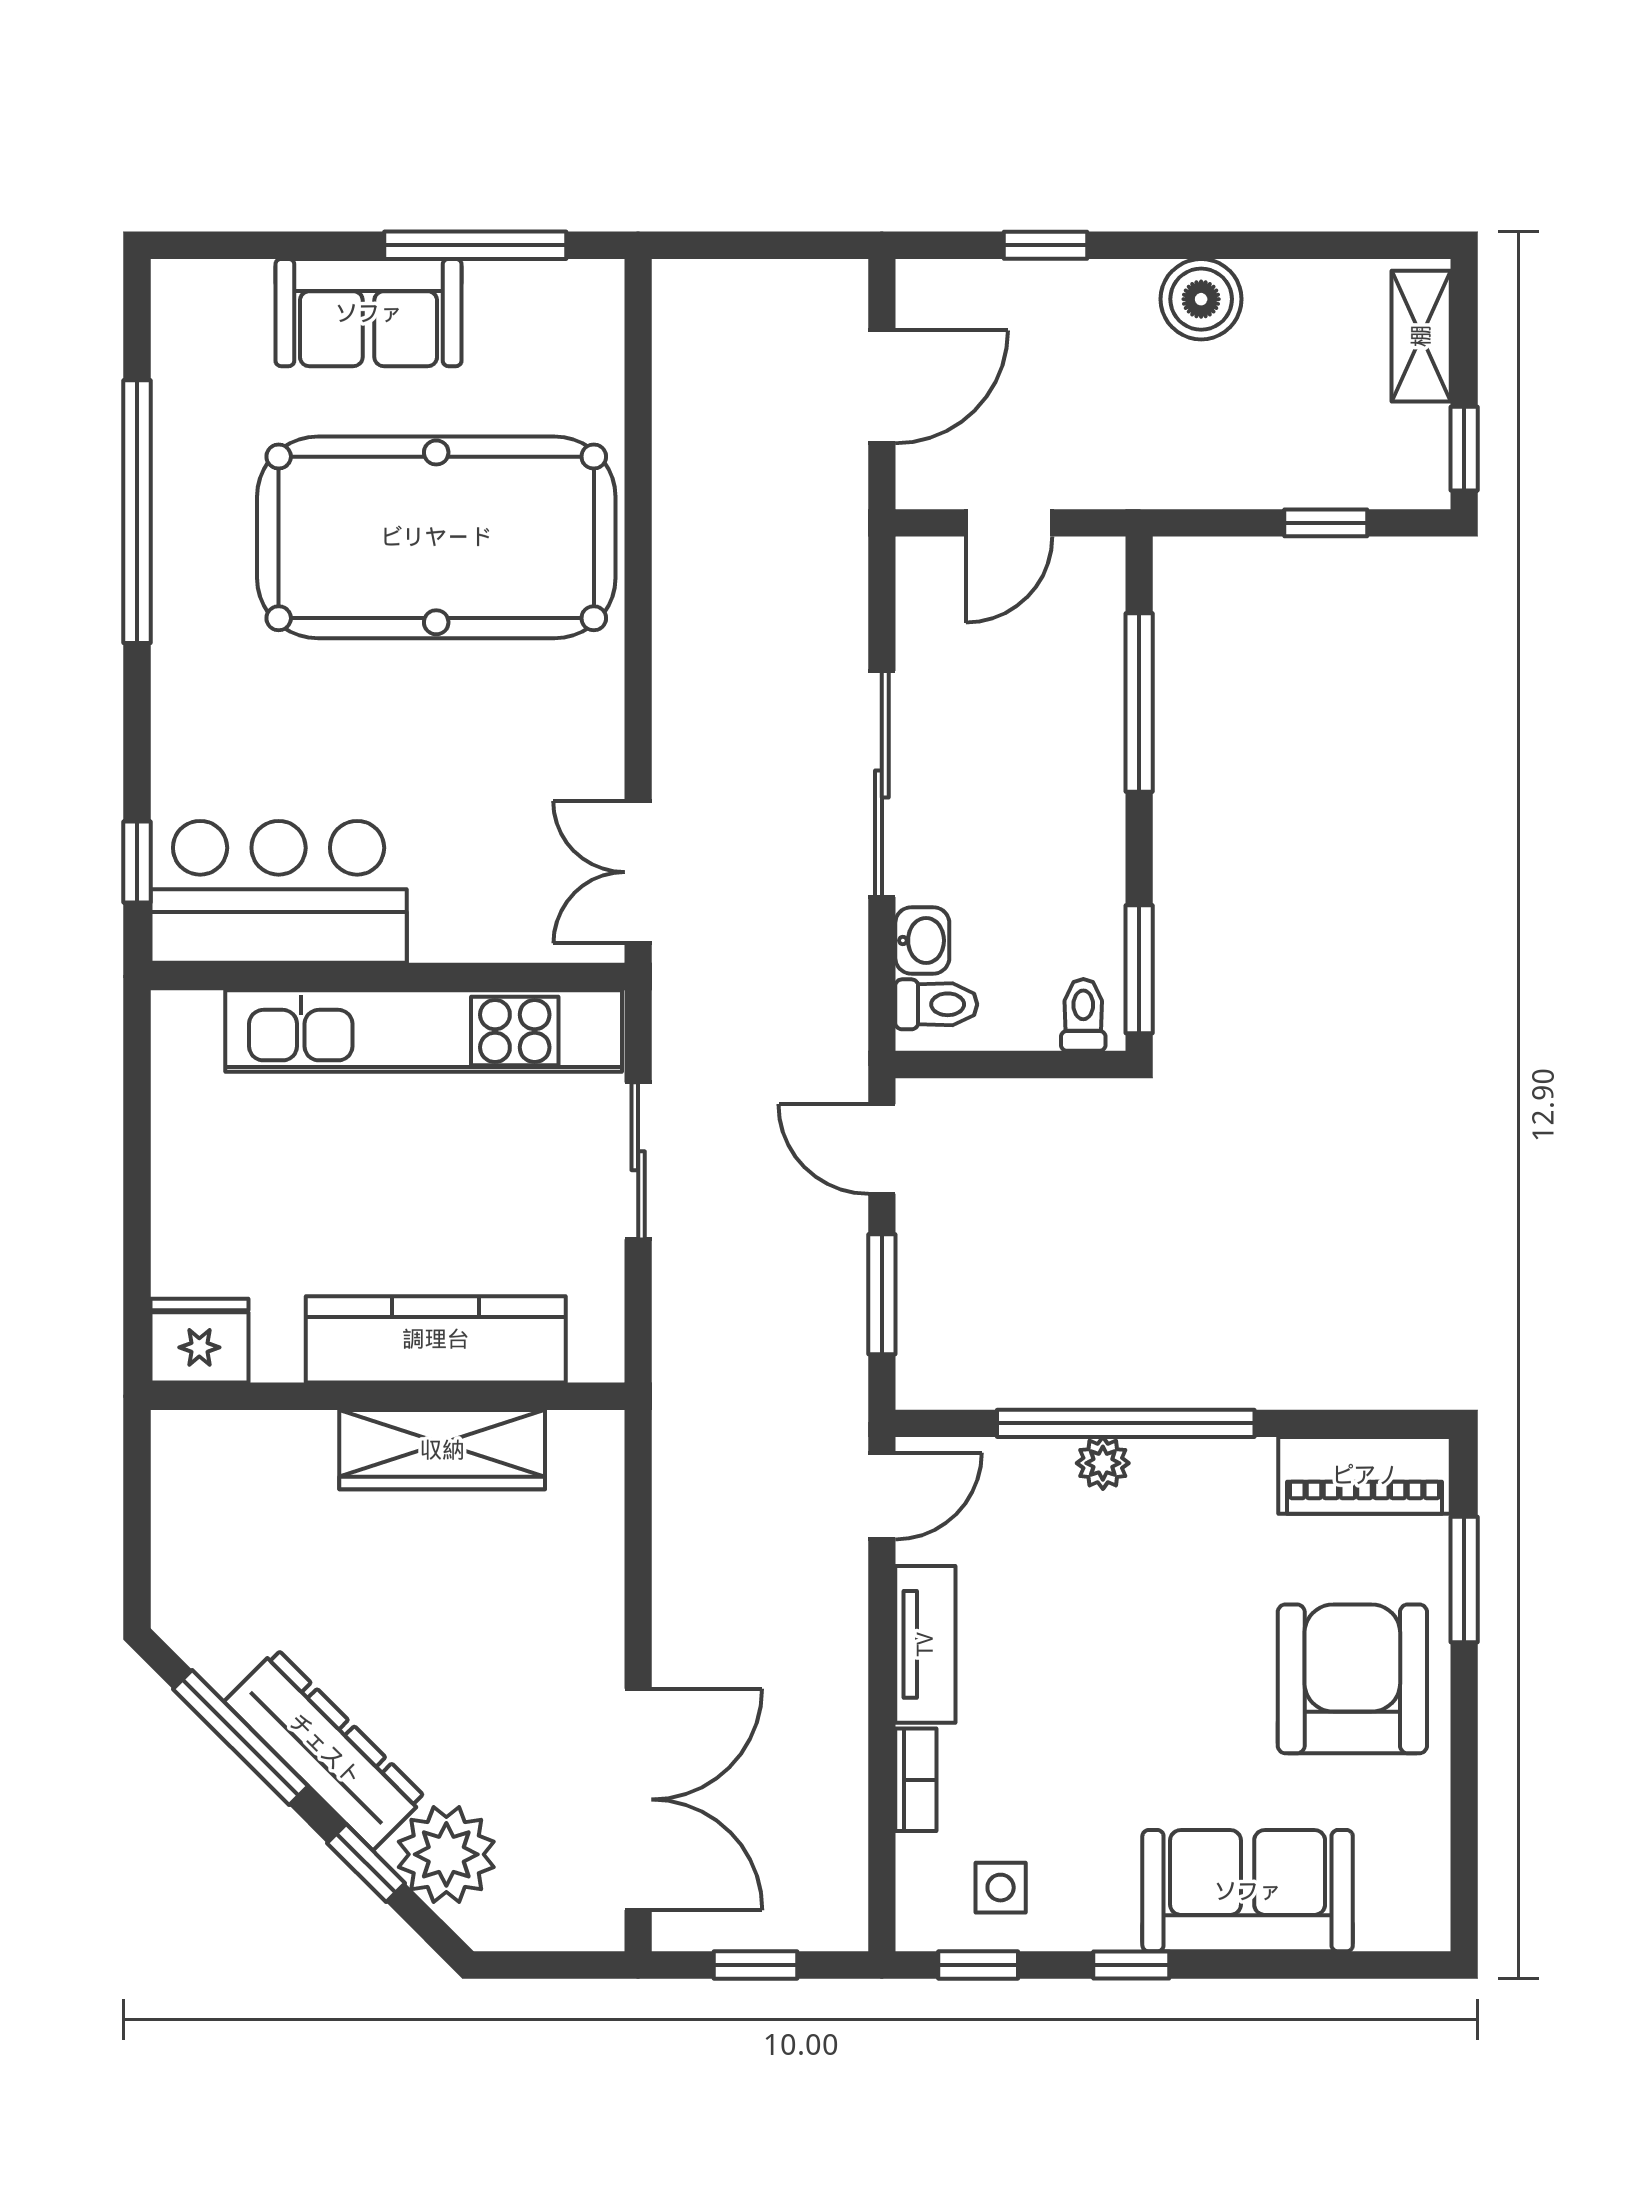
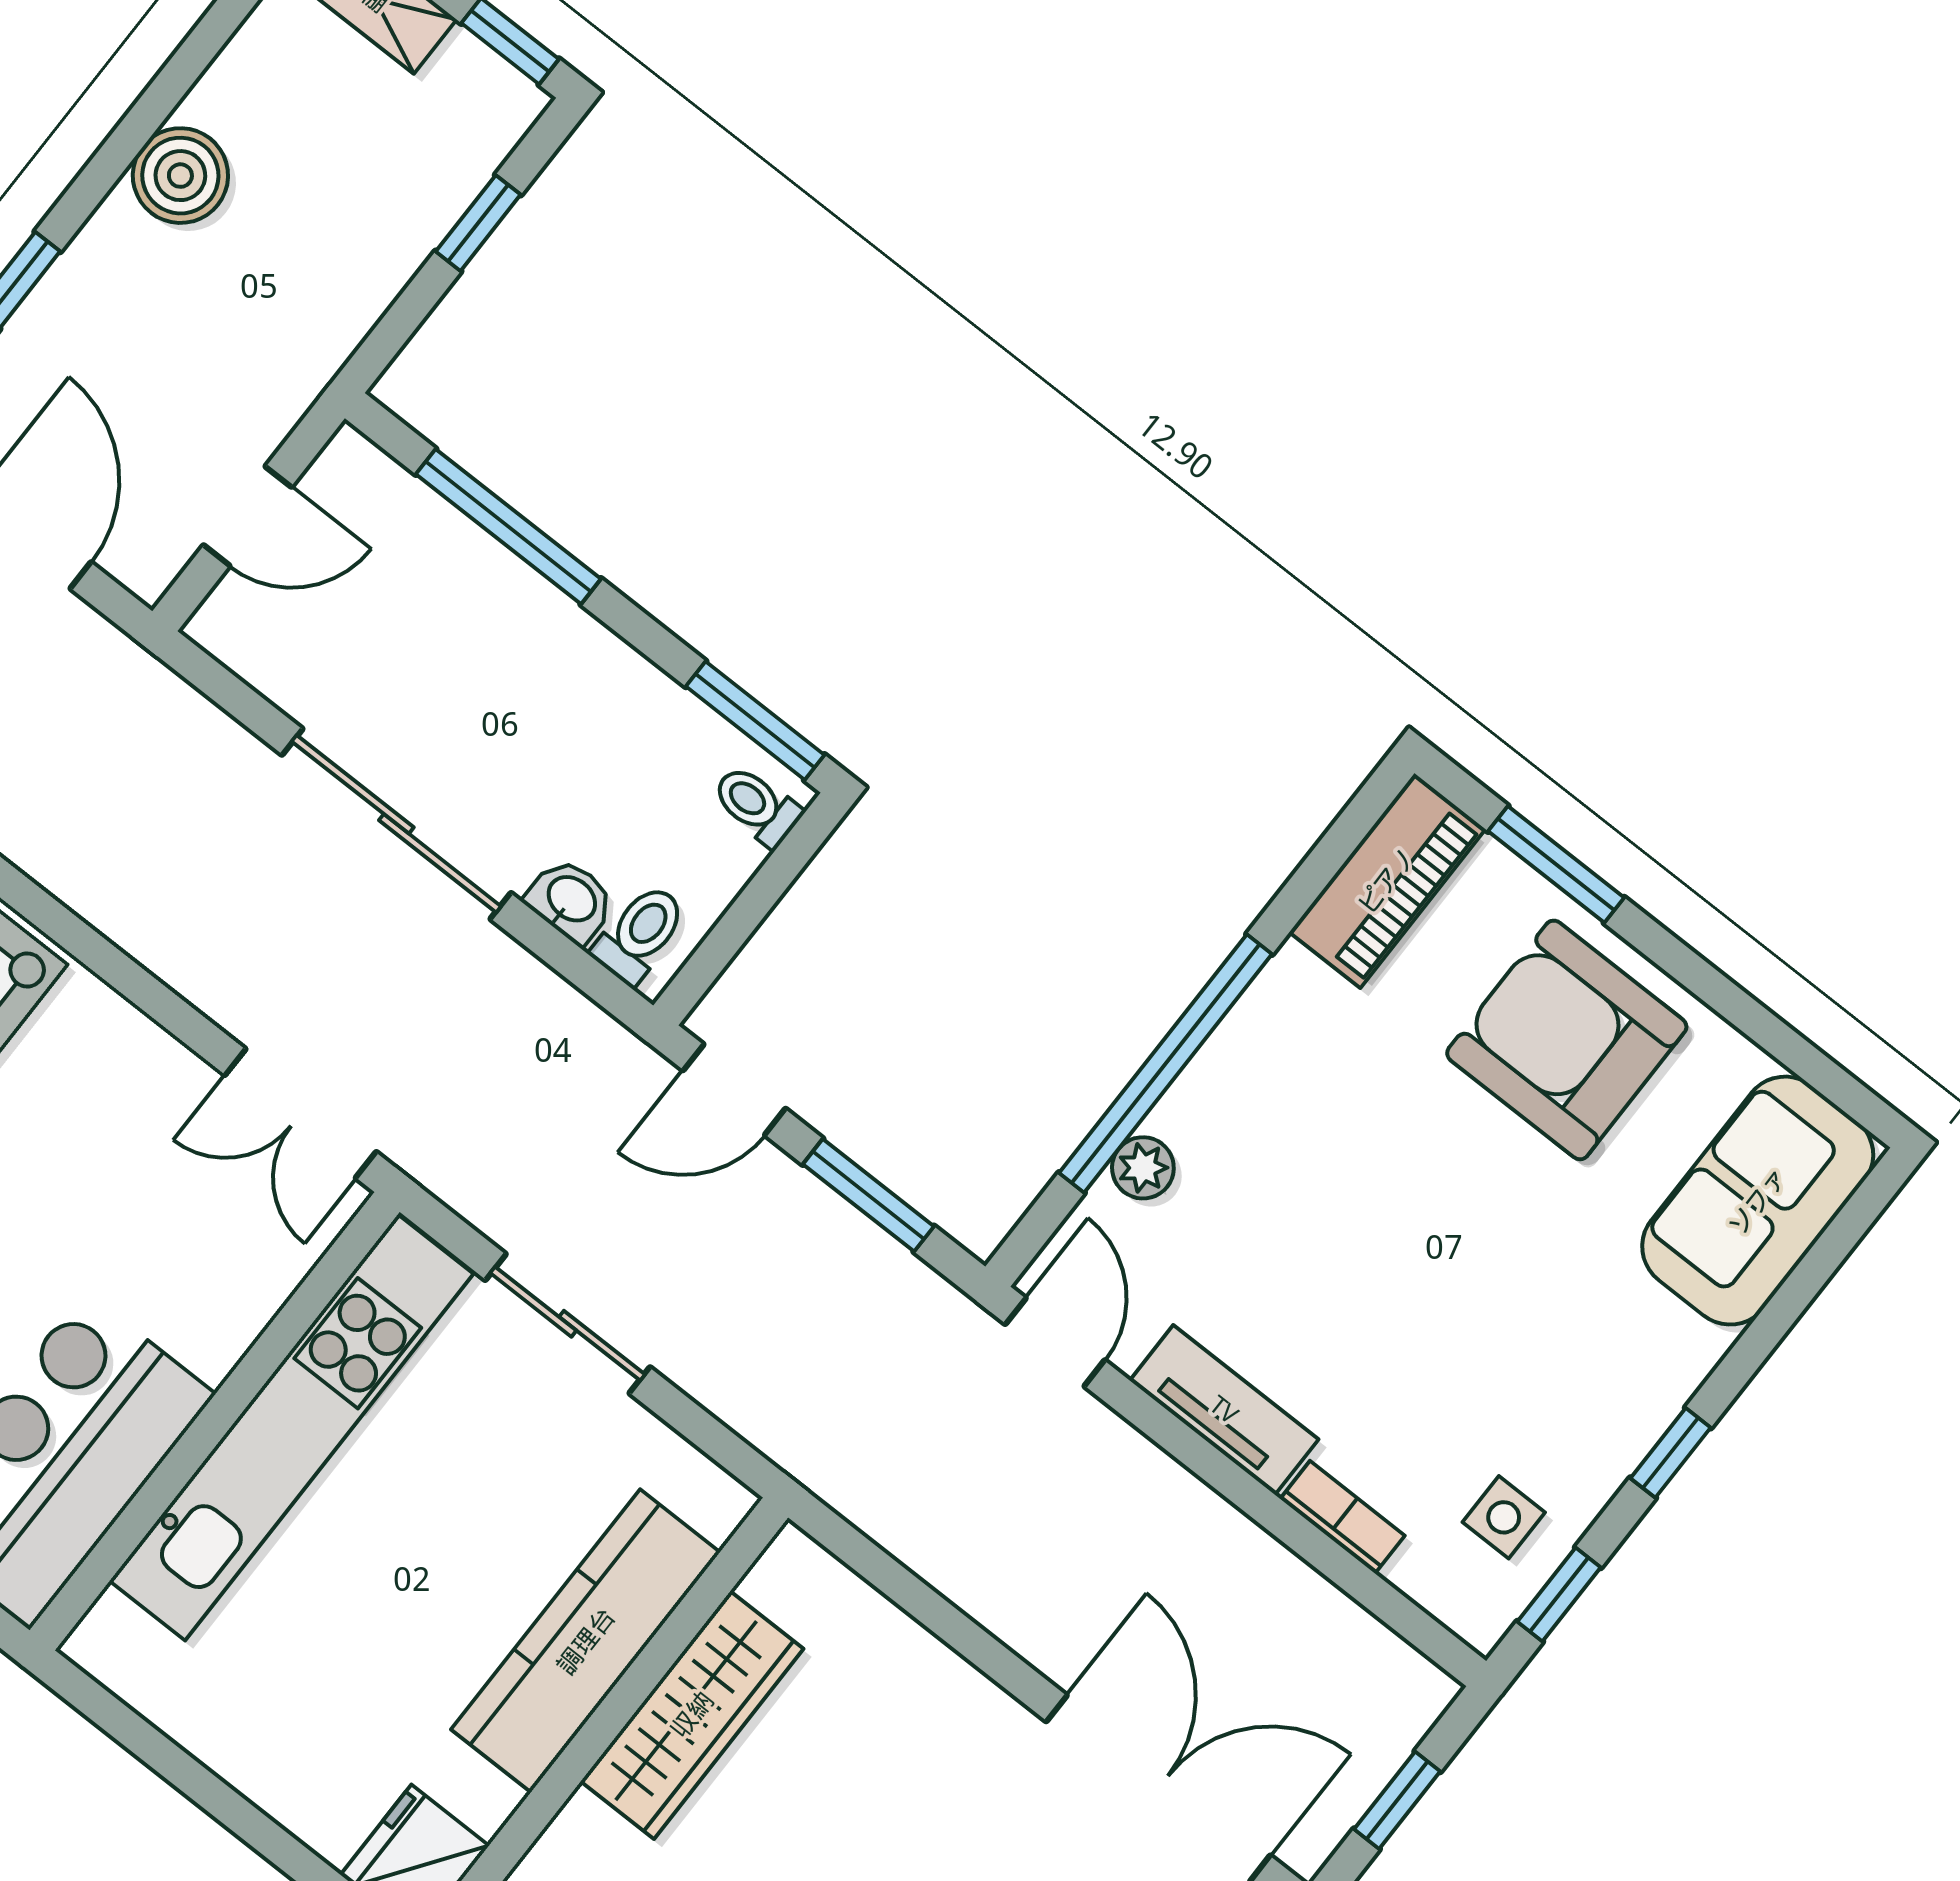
door: (1009, 523) -> (248, 516), hinge flipped
plant: (1103, 1463) -> (1143, 1168), moved
sofa: (1248, 1891) -> (1758, 1201), moved

